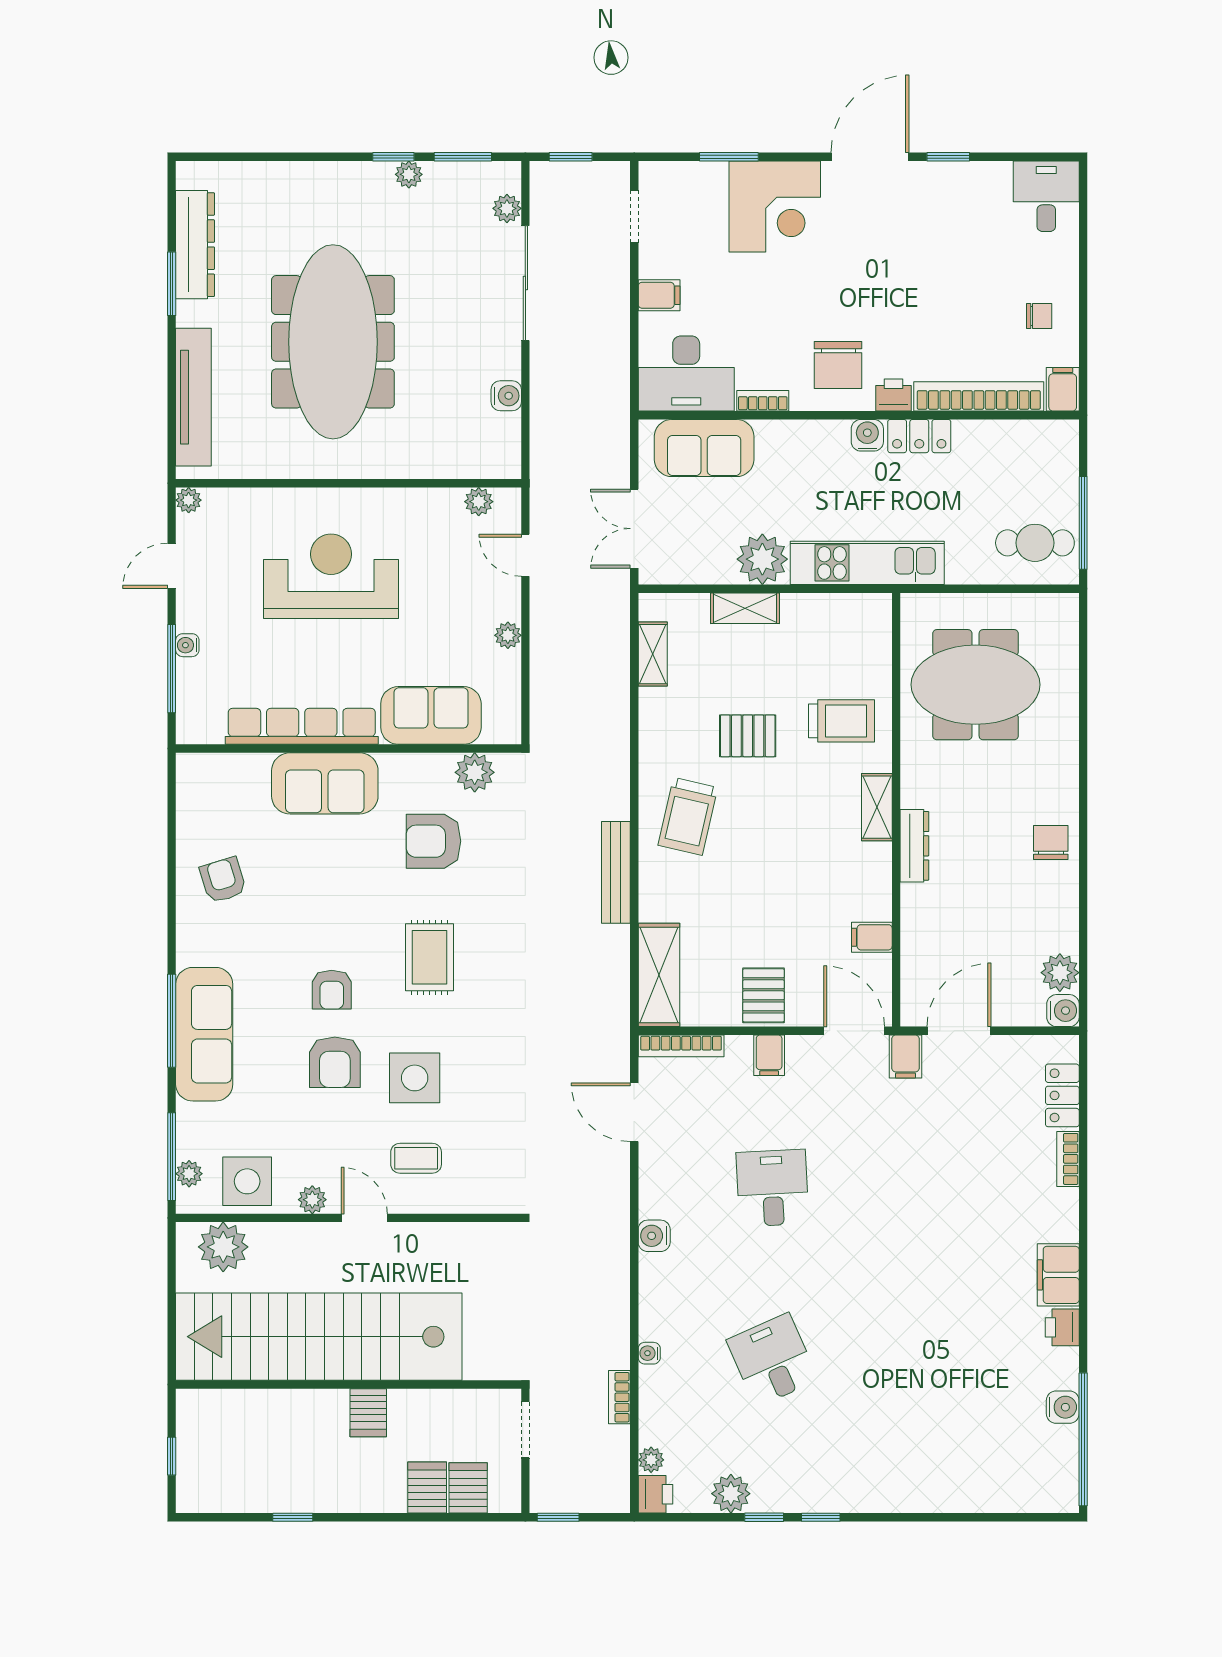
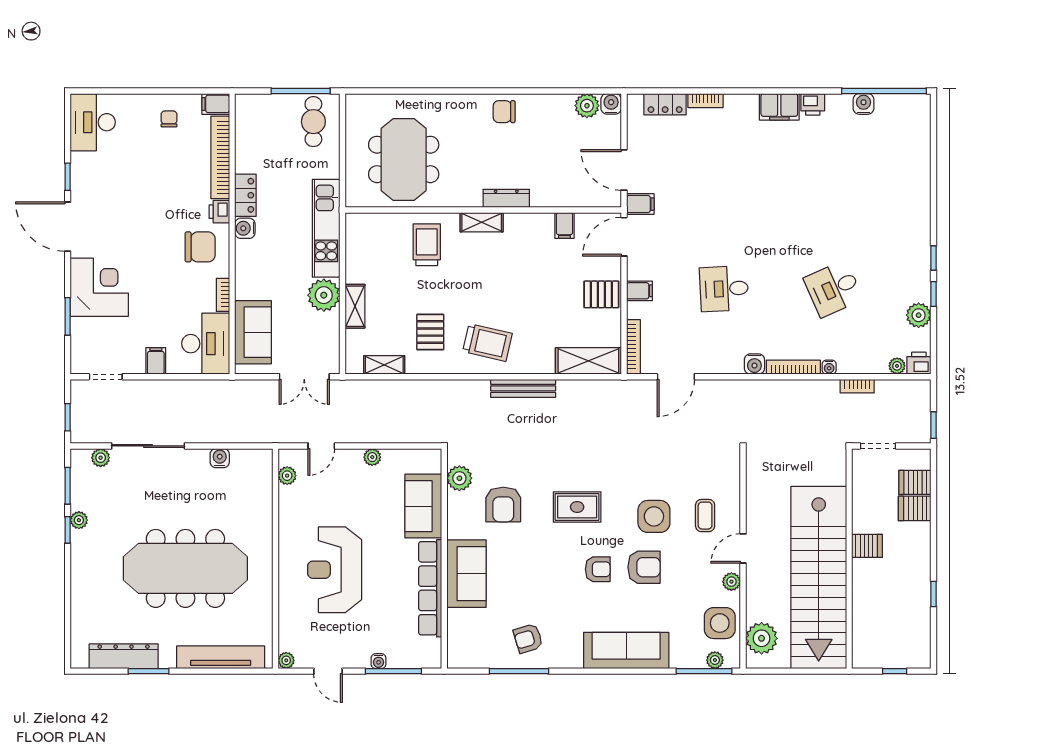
desk: (1046, 196) -> (93, 122), width x1.37
pallet: (748, 736) -> (430, 332), moved
window: (172, 1021) -> (519, 671), moved
bookcase: (649, 1297) -> (793, 367), added

